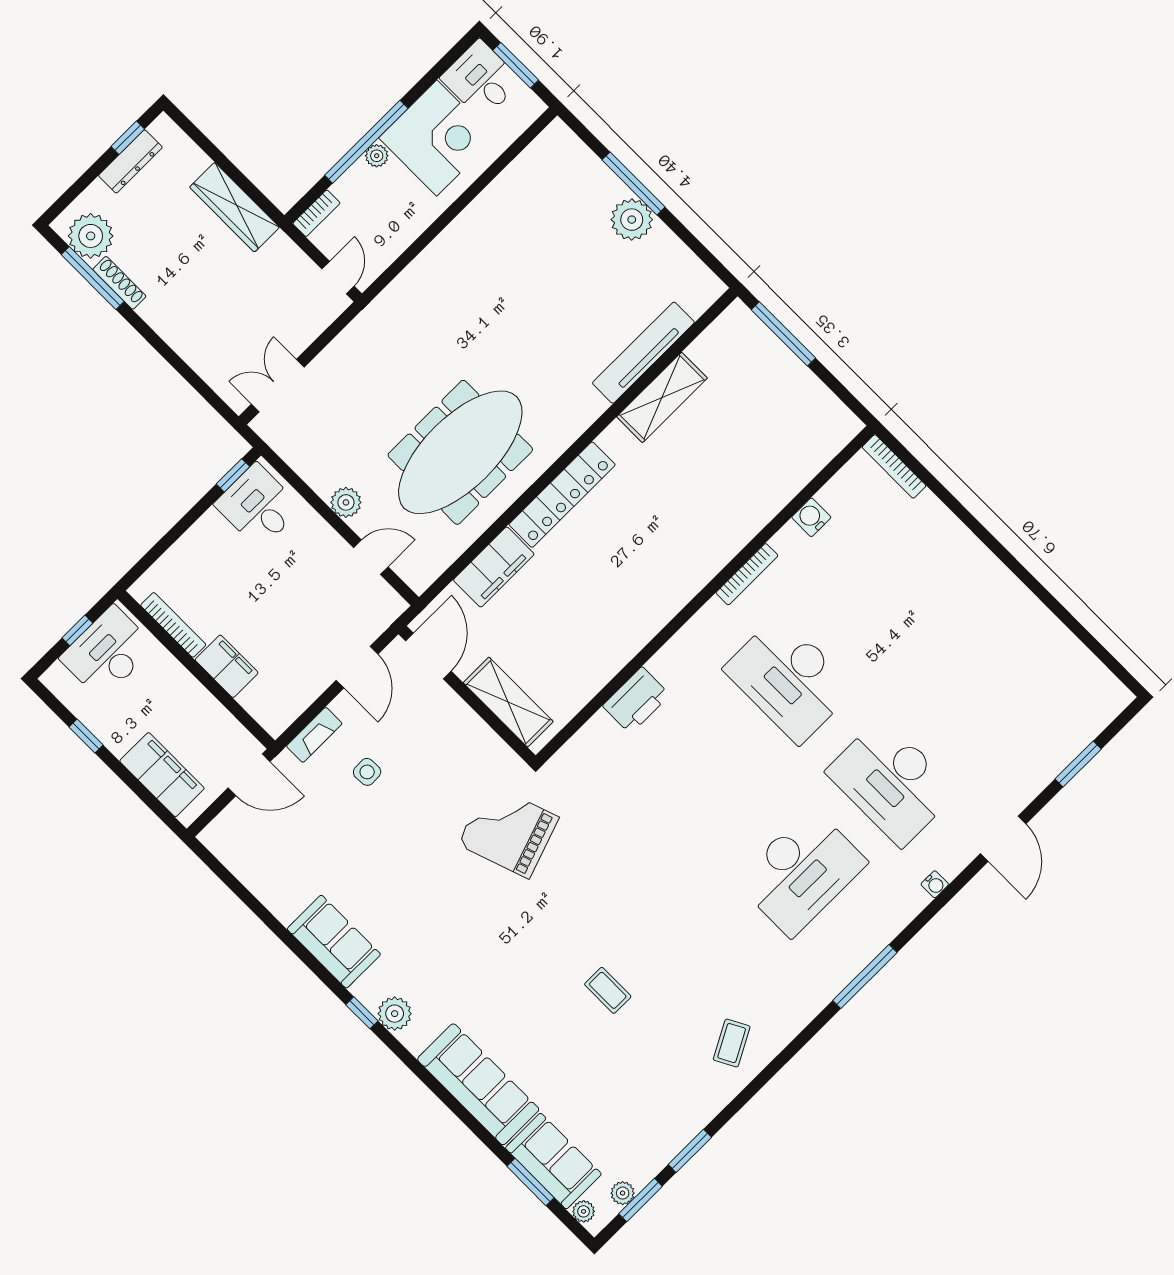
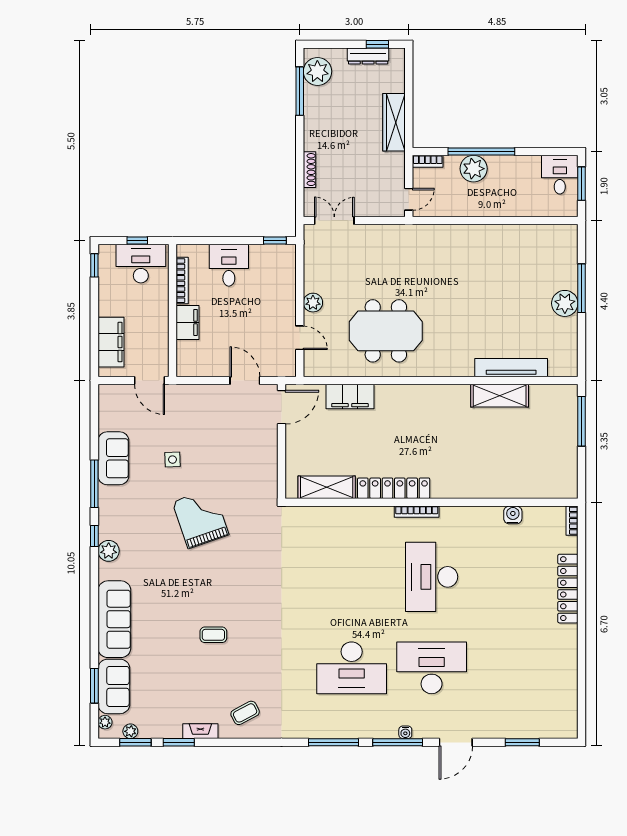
corner desk: (437, 138) -> (514, 181), removed
plant: (377, 156) -> (474, 169), width x1.88, depth x1.88
shoe rack: (119, 283) -> (310, 170), moved
meeting table: (460, 452) -> (386, 331), width x0.73
bookcase: (894, 466) -> (572, 521), width x0.64
locker: (562, 495) -> (394, 488), moved, turned 180
desk: (258, 506) -> (229, 265), moved
locker: (957, 539) -> (568, 589), added
bookcase: (747, 574) -> (417, 512), moved
door: (357, 667) -> (245, 381), swing flipped
printer: (636, 700) -> (354, 519), removed
shelving: (508, 702) -> (327, 487), moved, turned 90
fireplace: (314, 735) -> (200, 731), moved, turned 180
window: (86, 736) -> (94, 265), moved
side table: (367, 772) -> (172, 460), moved
desk: (892, 782) -> (432, 668), turned 90
grand piano: (508, 831) -> (201, 518), moved
window: (937, 904) -> (398, 742), added
sofa: (334, 942) -> (113, 458), moved
window: (303, 954) -> (94, 484), added
coffee table: (608, 990) -> (213, 635), turned 90

